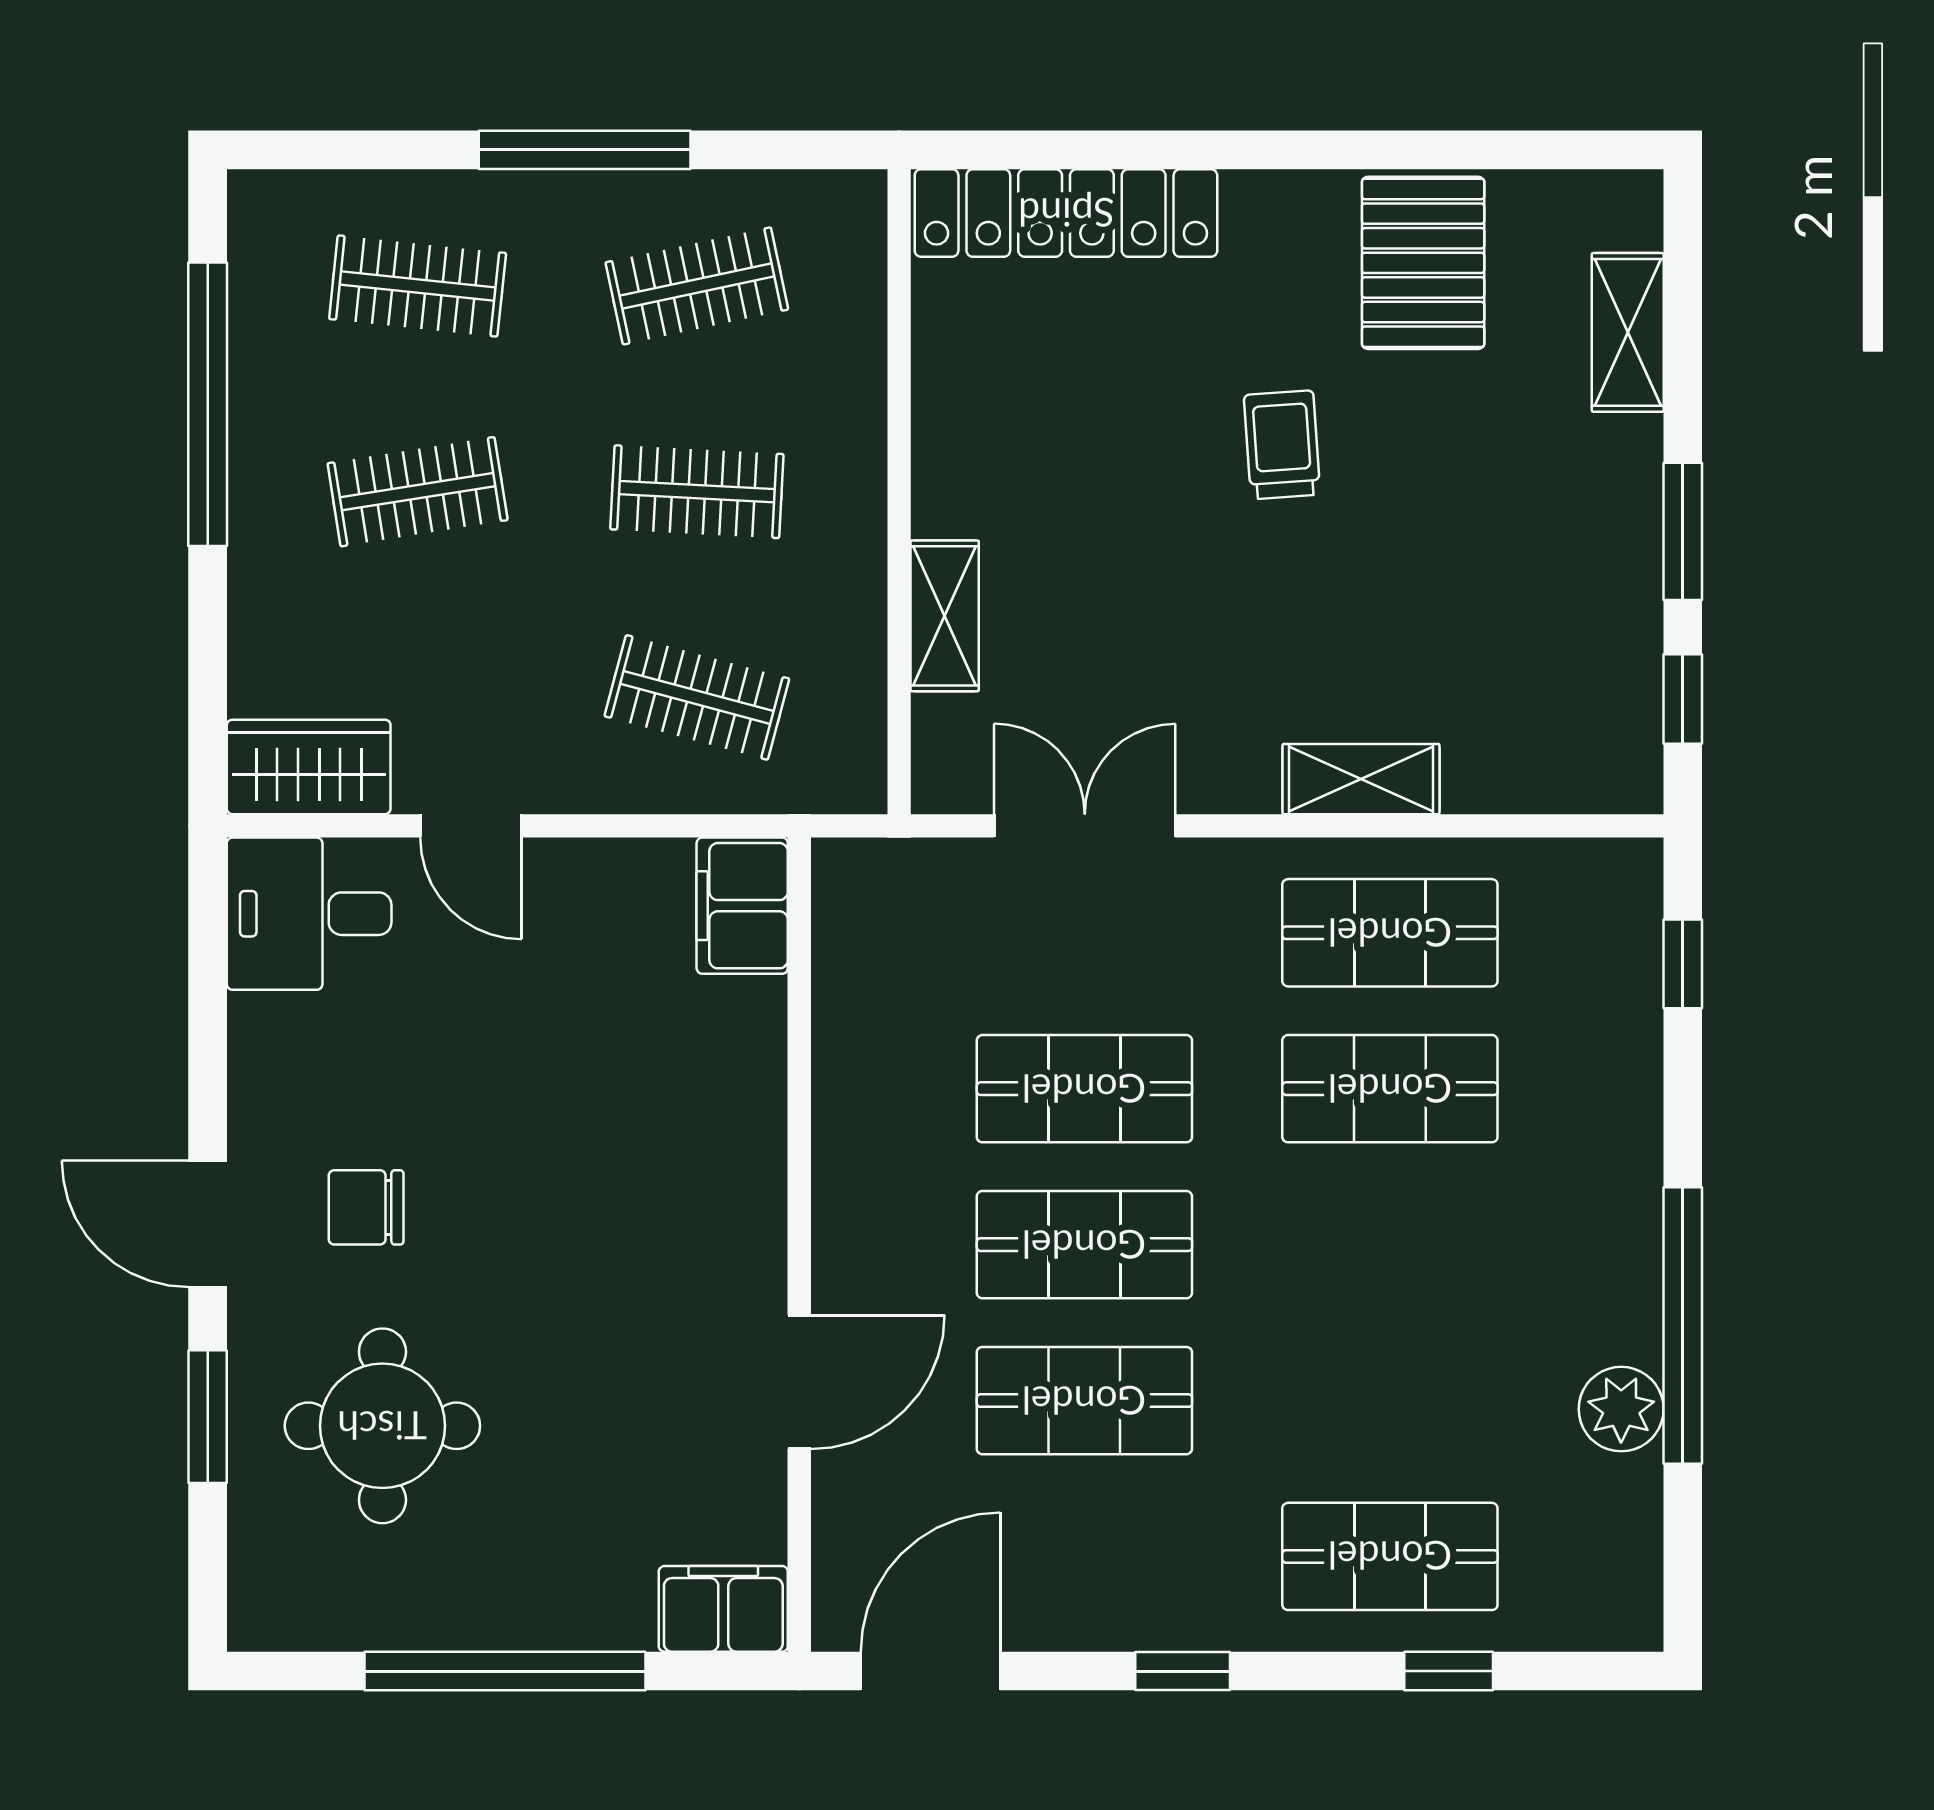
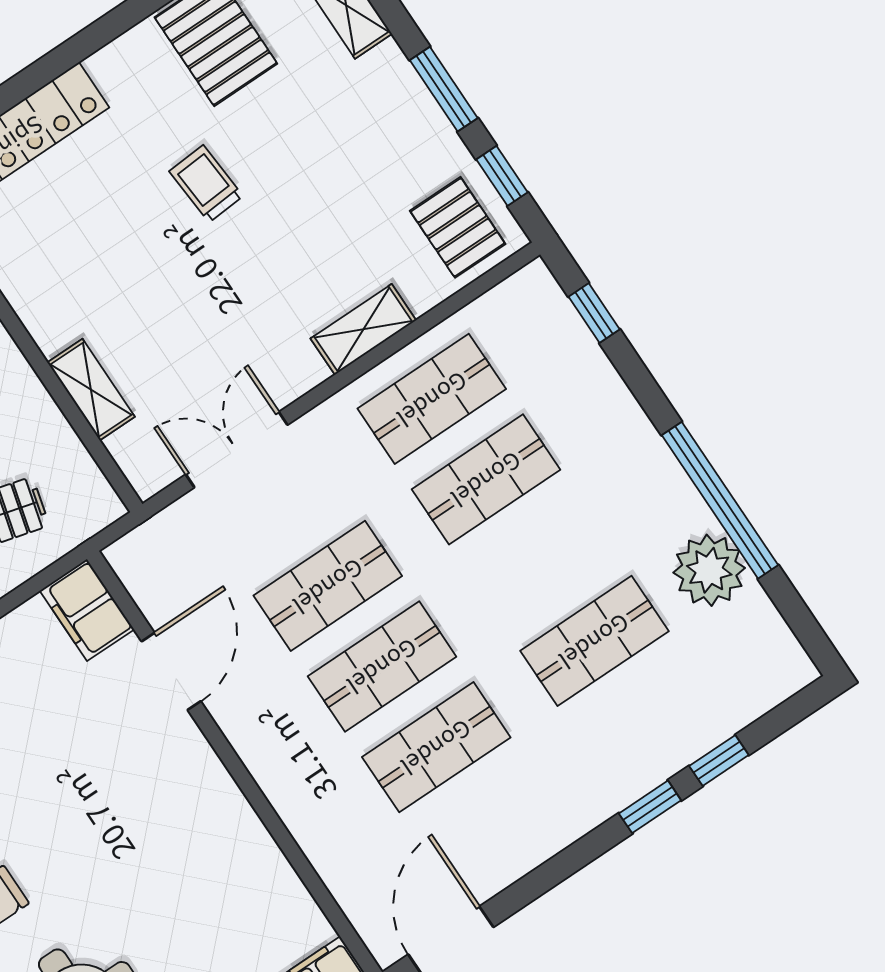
pallet: (1578, 728) -> (458, 227), added
door: (799, 1382) -> (171, 671), moved
plant: (1621, 1409) -> (709, 570), width x1.36, depth x1.36
shop shelf: (1390, 1556) -> (594, 641), moved
window: (1183, 1671) -> (650, 807), moved

